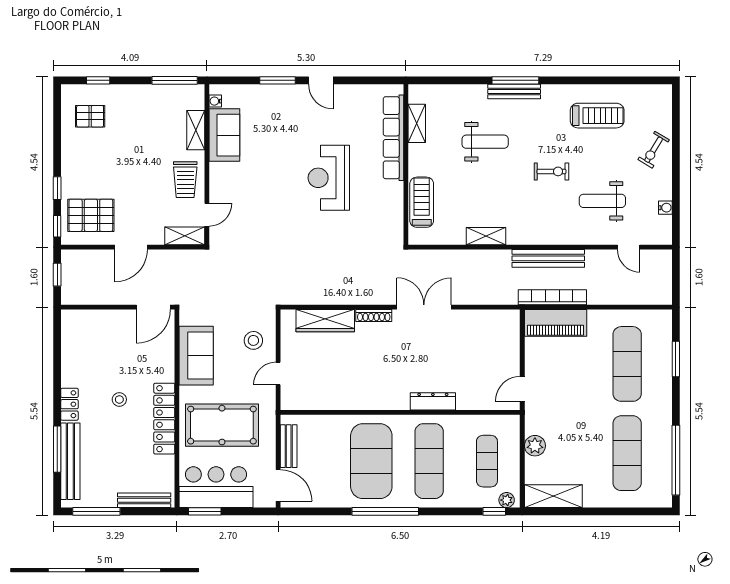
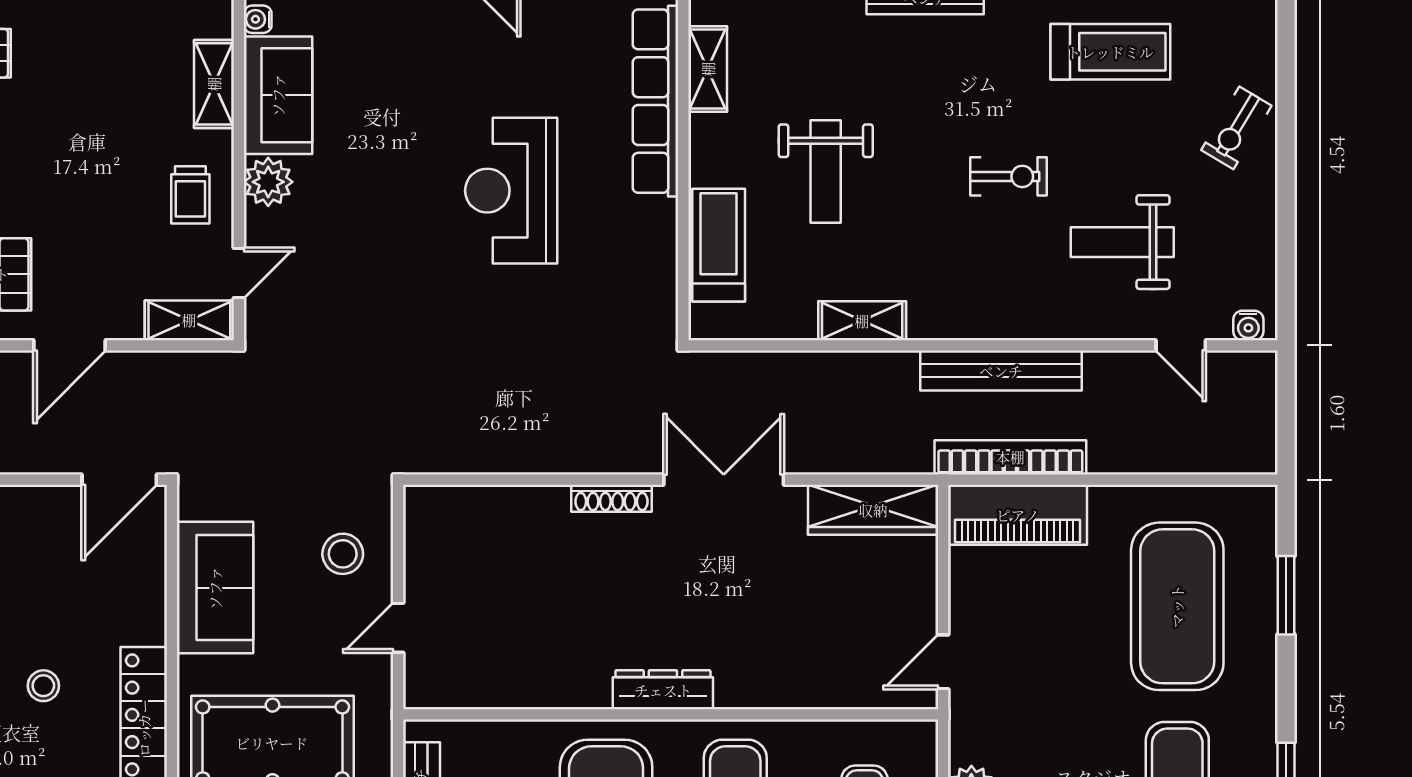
weight bench: (485, 142) -> (826, 172), moved, turned 90
plant: (220, 174) -> (268, 182), added
trolley: (185, 180) -> (190, 195), width x0.73, depth x0.72
water cooler: (665, 208) -> (1248, 325), moved, turned 90
wardrobe: (325, 321) -> (873, 510), moved
exercise mat: (627, 364) -> (1177, 606), width x1.47
dresser: (433, 401) -> (663, 690), moved

